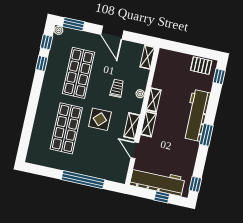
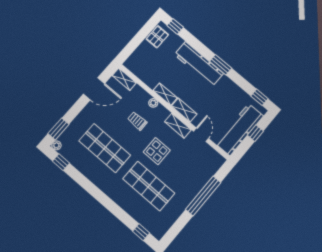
door: (112, 33) -> (94, 89), moved
window: (42, 63) -> (141, 232), moved
door: (135, 150) -> (201, 135), swing flipped

